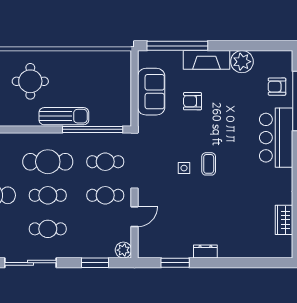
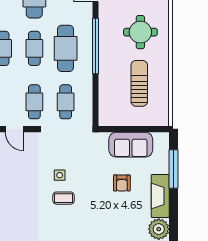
window: (177, 46) -> (173, 169), width x0.68
armchair: (192, 101) -> (122, 183), turned 180
sun lounger: (64, 116) -> (139, 83), moved, turned 180
window: (93, 129) -> (96, 46), moved

